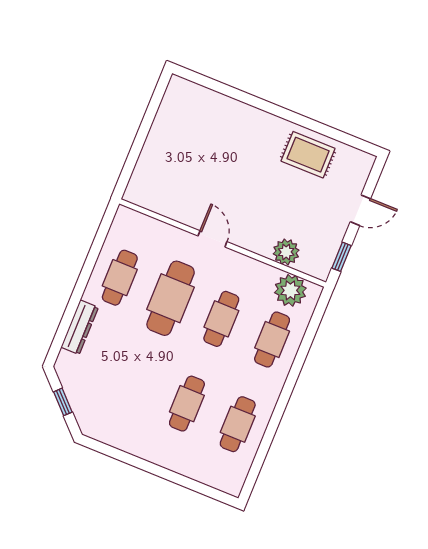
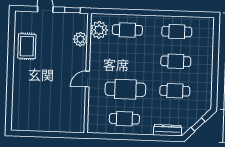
cafe table: (221, 319) -> (175, 91), moved
dresser: (80, 327) -> (168, 130), moved

